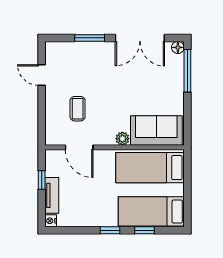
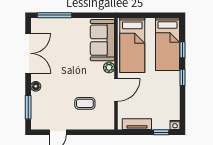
window: (90, 38) -> (28, 107), moved
floor lamp: (178, 47) -> (36, 86), moved
door: (79, 147) -> (116, 90), moved
window: (42, 180) -> (161, 132), moved
tv unit: (52, 195) -> (137, 124), moved

